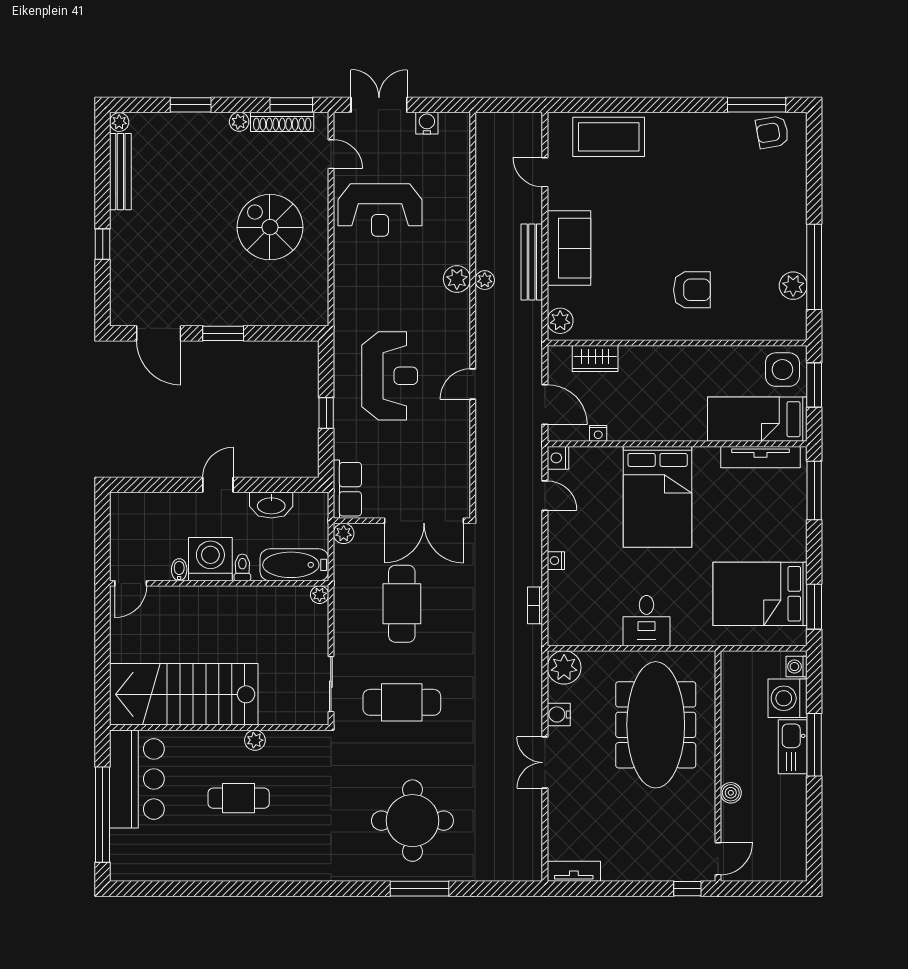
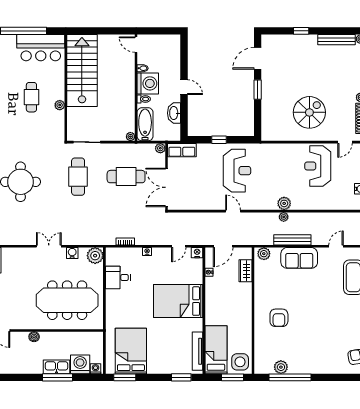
reception desk: (390, 376) -> (237, 171), turned -90
window: (814, 490) -> (181, 377), width x0.69
desk: (646, 621) -> (118, 278), moved

